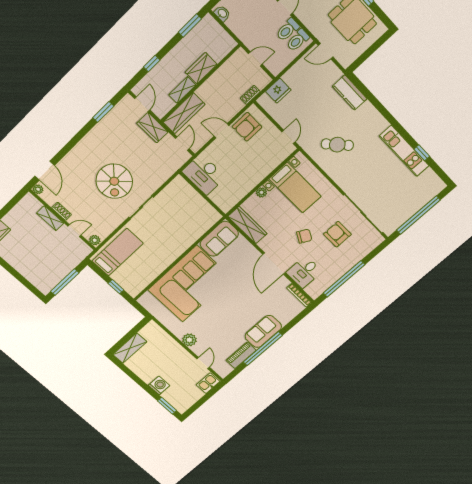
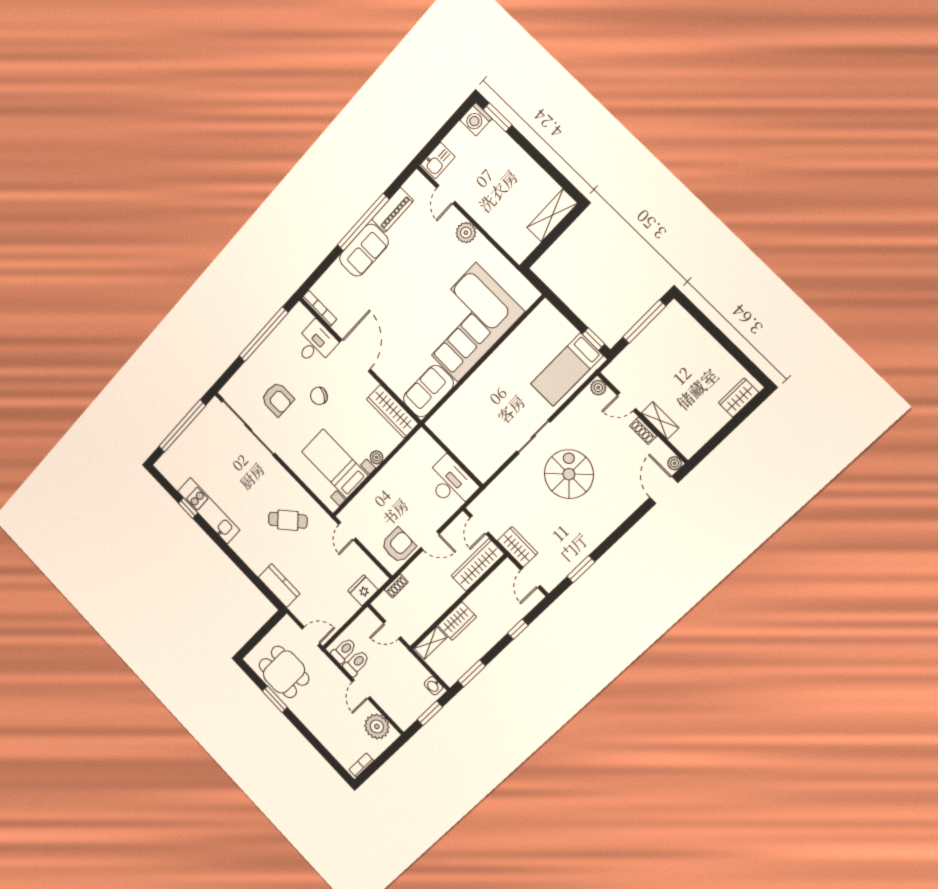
shelving: (182, 90) -> (431, 643), moved
window: (116, 287) -> (593, 339), moved
washing machine: (159, 385) -> (476, 119), moved

